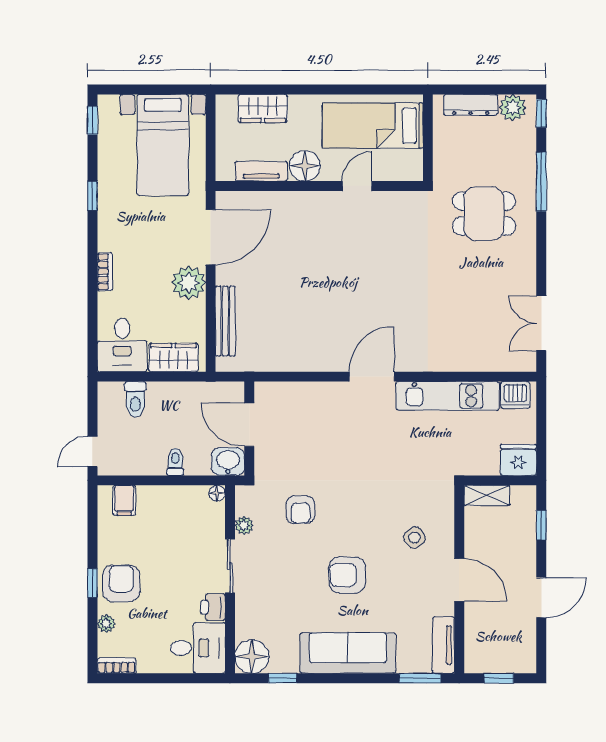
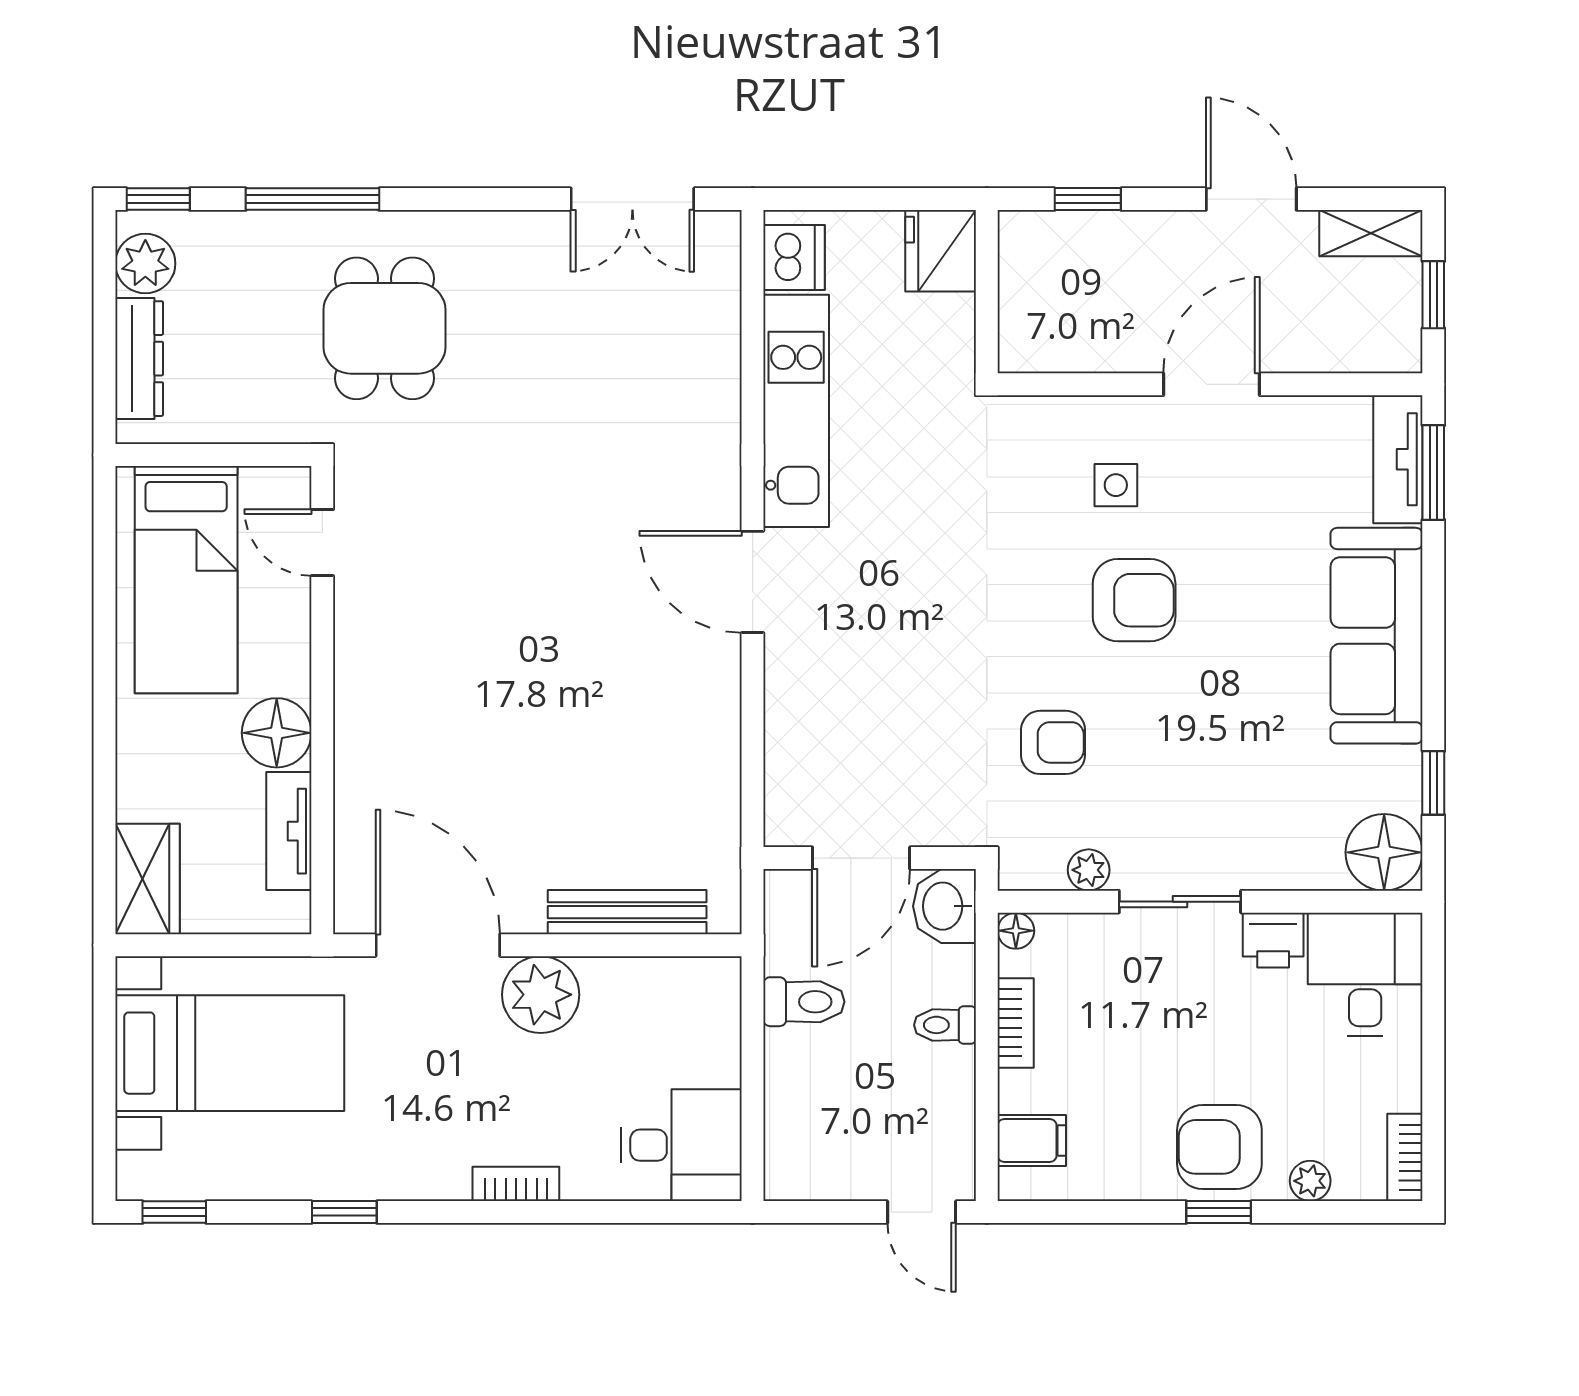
wardrobe: (263, 108) -> (147, 879), moved
door: (357, 186) -> (322, 543), moved
wardrobe: (174, 357) -> (709, 1029), removed
toilet: (135, 399) -> (804, 1002), moved
bookcase: (176, 493) -> (1016, 1023), added
shelving: (487, 495) -> (1371, 233), moved, turned 90
side table: (415, 538) -> (1116, 485), turned 38
armchair: (347, 575) -> (1134, 600), moved, turned -90
tv unit: (444, 645) -> (1398, 459), moved, turned 90

